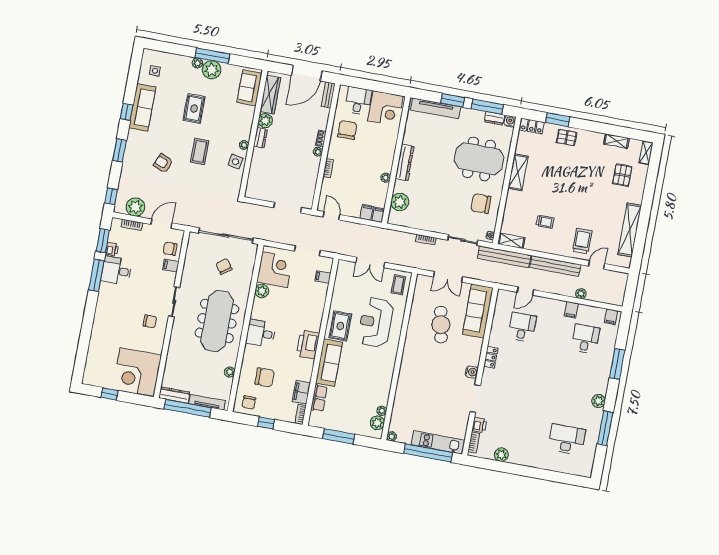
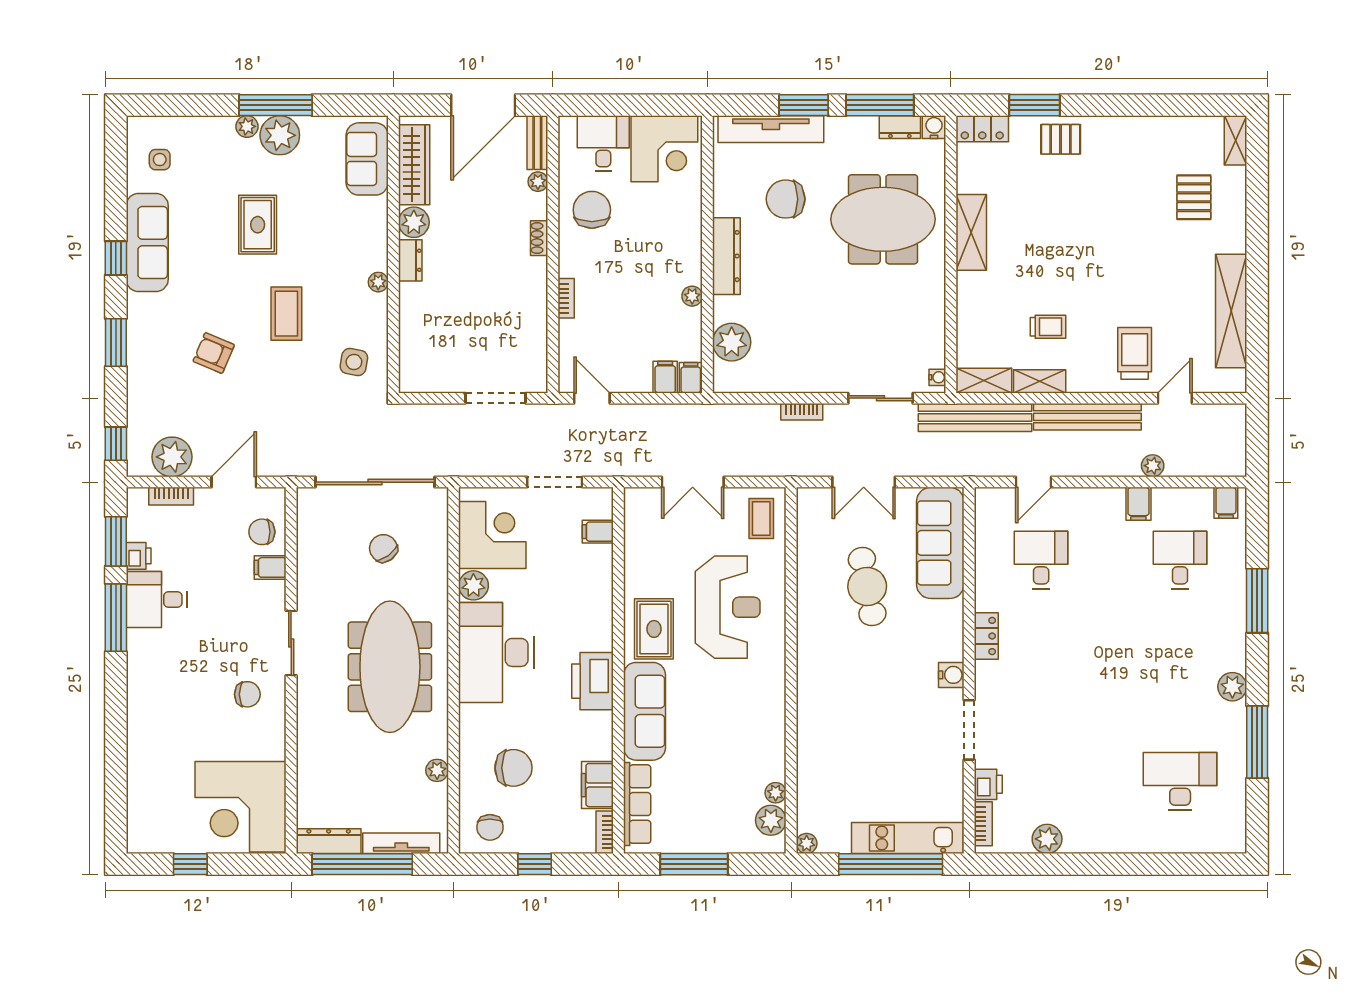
shelving: (616, 141) -> (1040, 381), moved
plant: (318, 152) -> (538, 182), moved
side table: (235, 162) -> (354, 362), moved
chair: (481, 204) -> (786, 199), moved
reception desk: (376, 322) -> (728, 607), turned 180
desk: (261, 333) -> (496, 652), width x1.87, depth x1.30
row of seats: (319, 398) -> (637, 804), width x1.48

